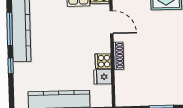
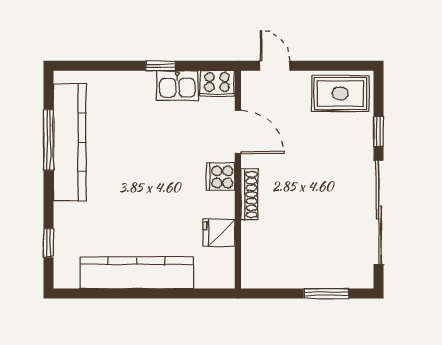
cooker: (103, 61) -> (221, 177), moved
window: (11, 66) -> (48, 243), moved

